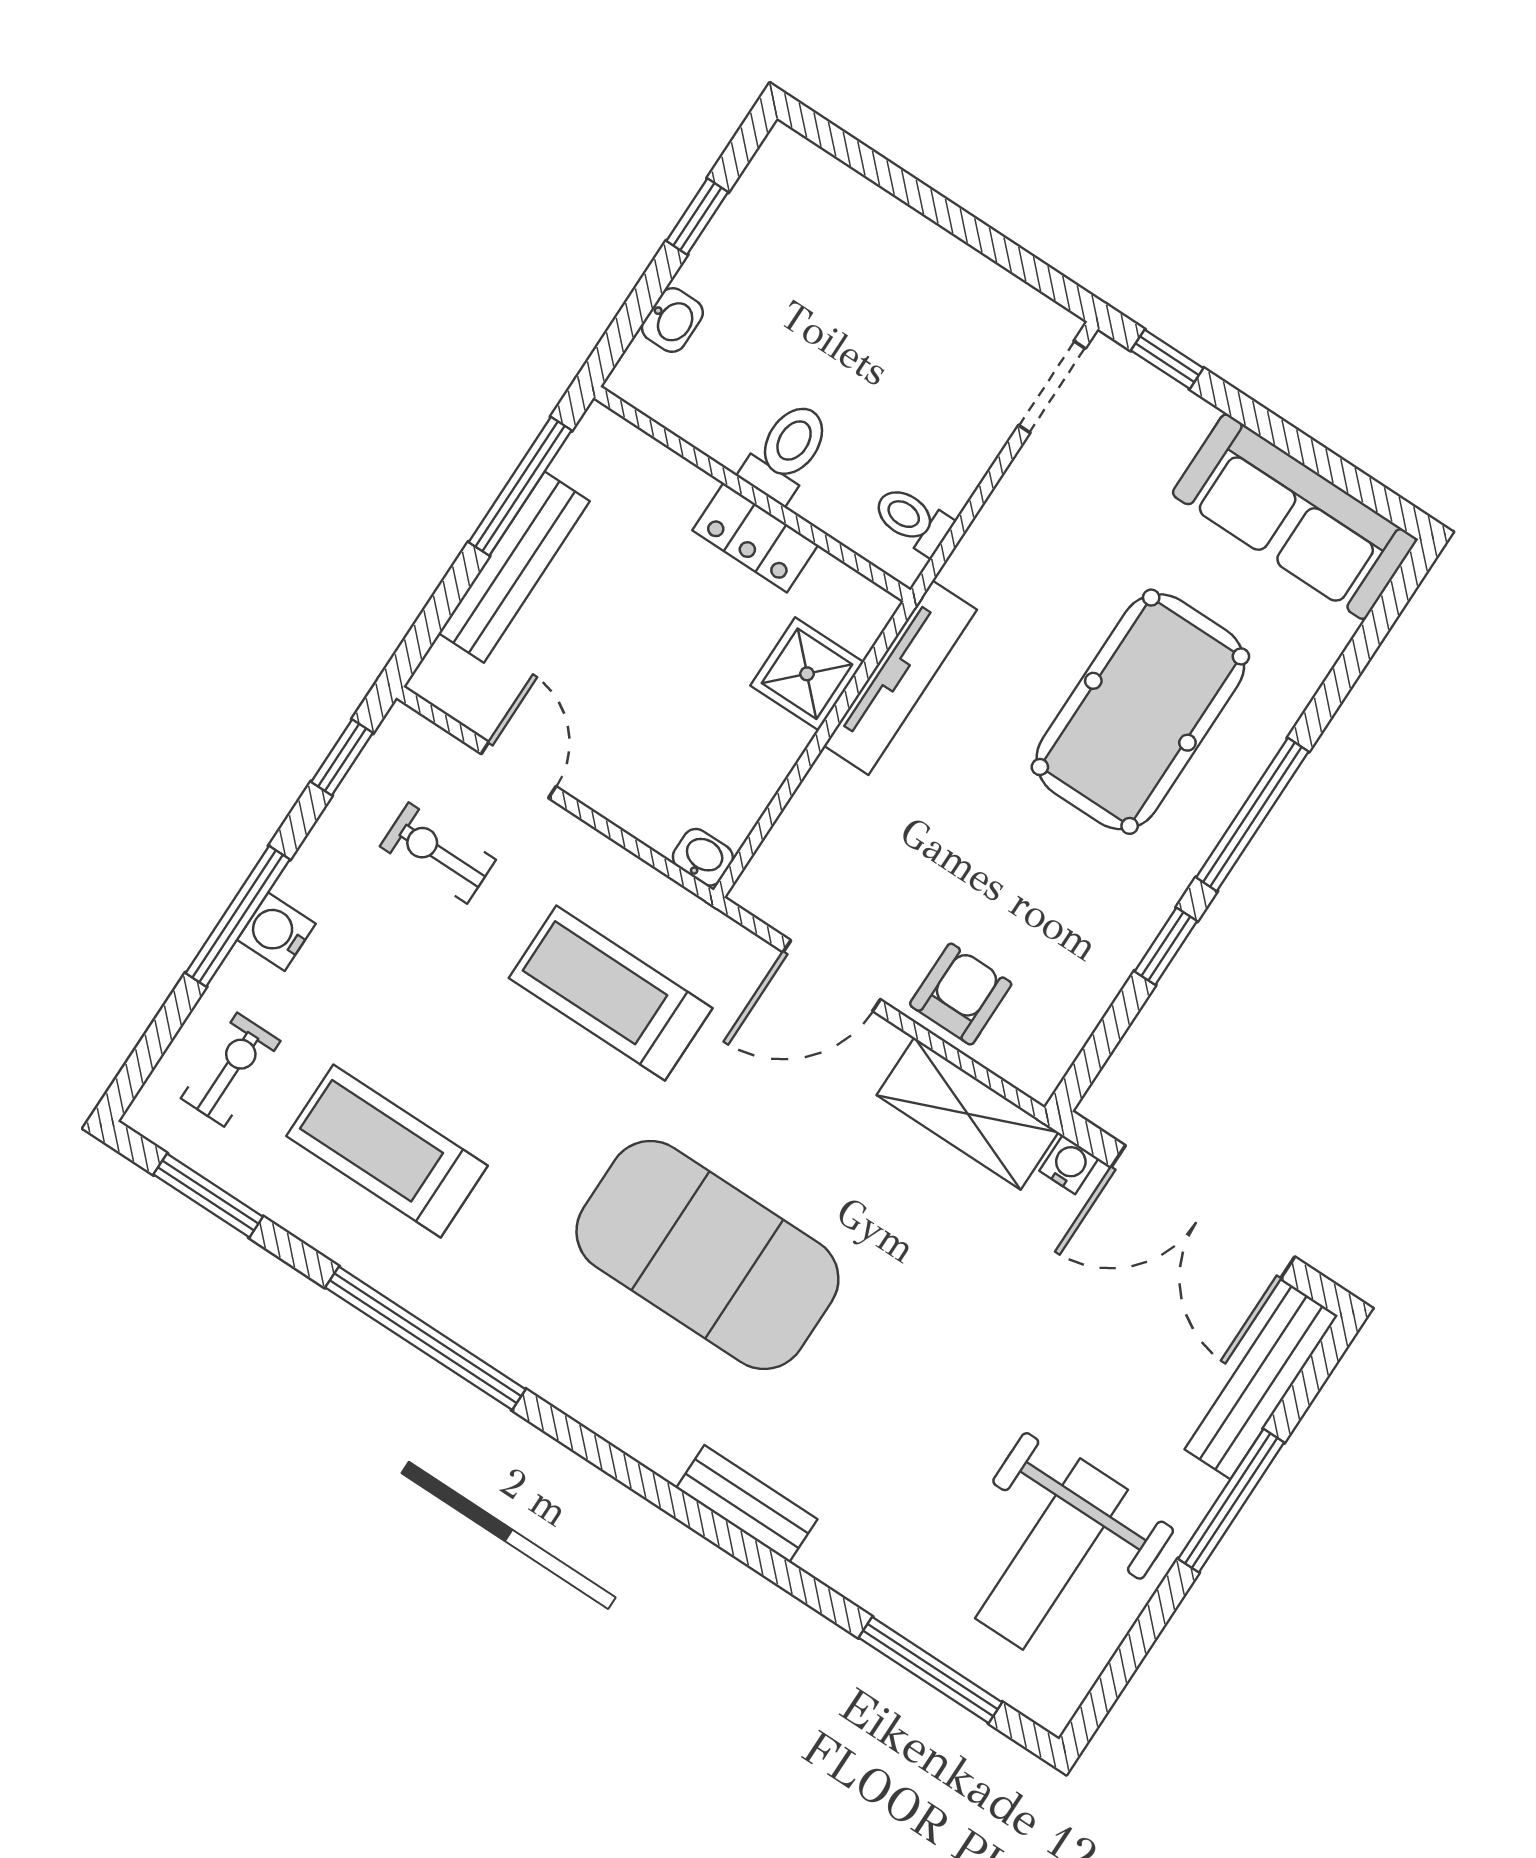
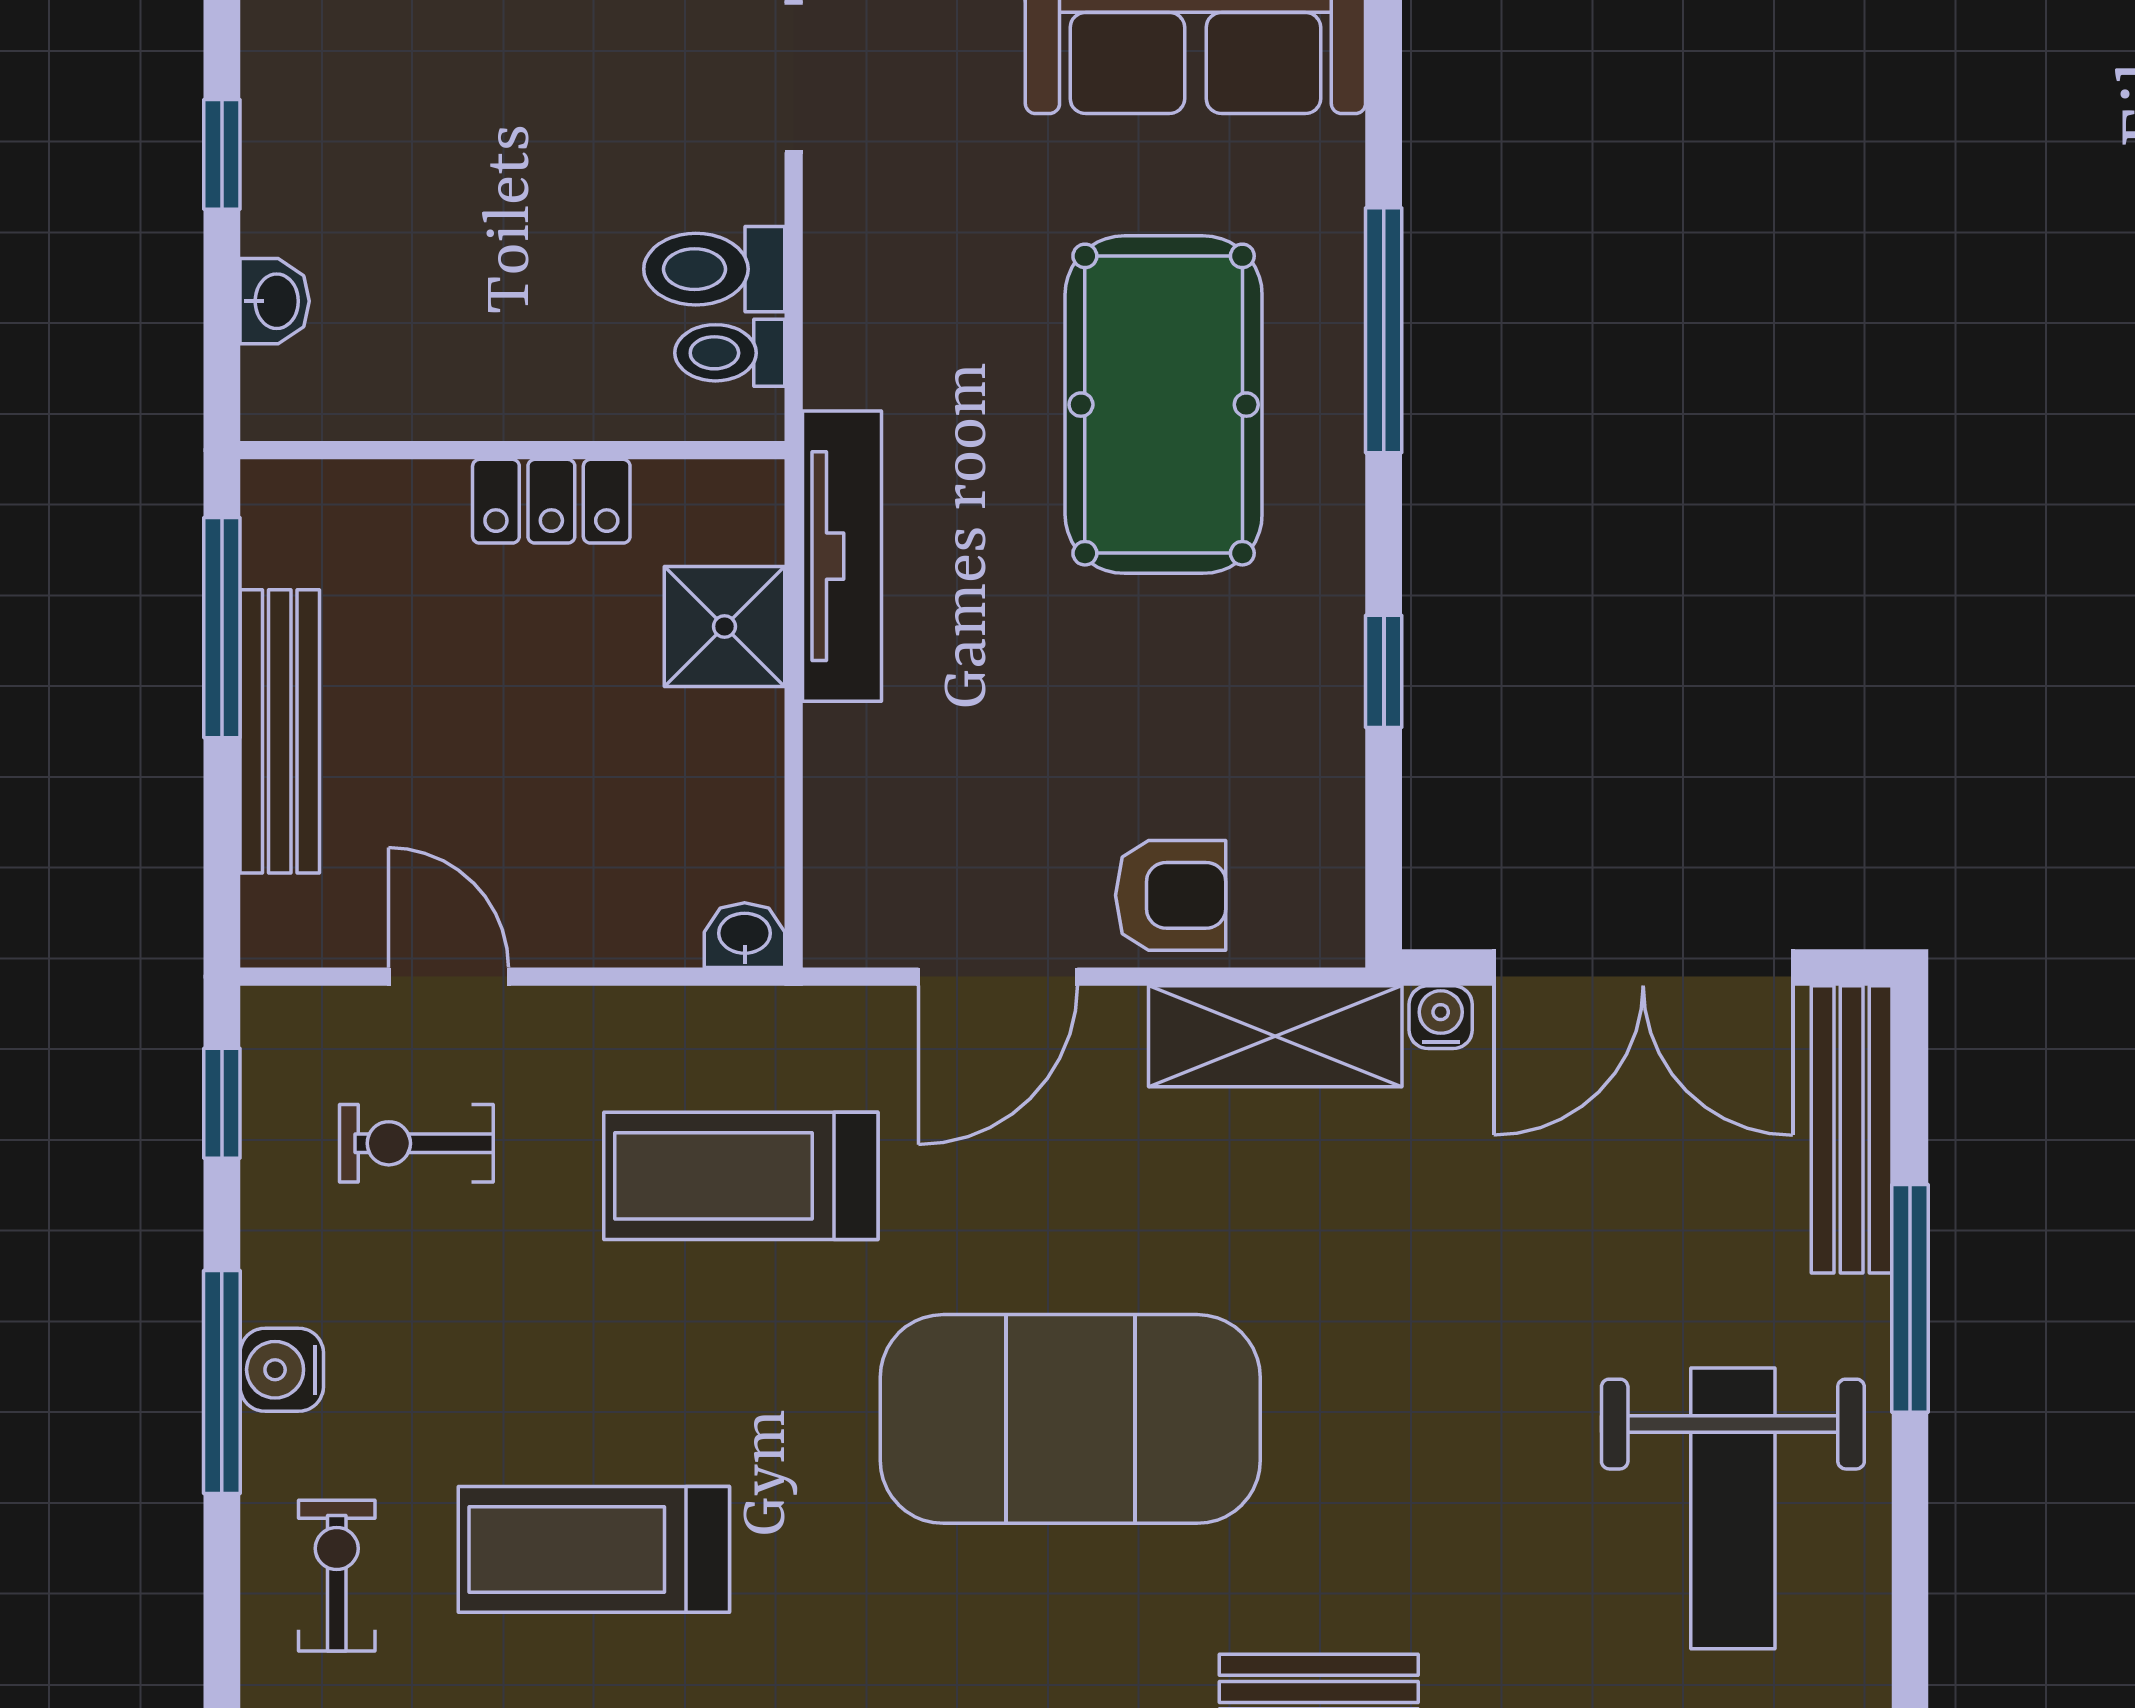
toilet: (787, 452) -> (714, 269), moved, turned -90
window: (1252, 814) -> (1384, 330), moved
armchair: (961, 994) -> (1171, 895), turned 90

